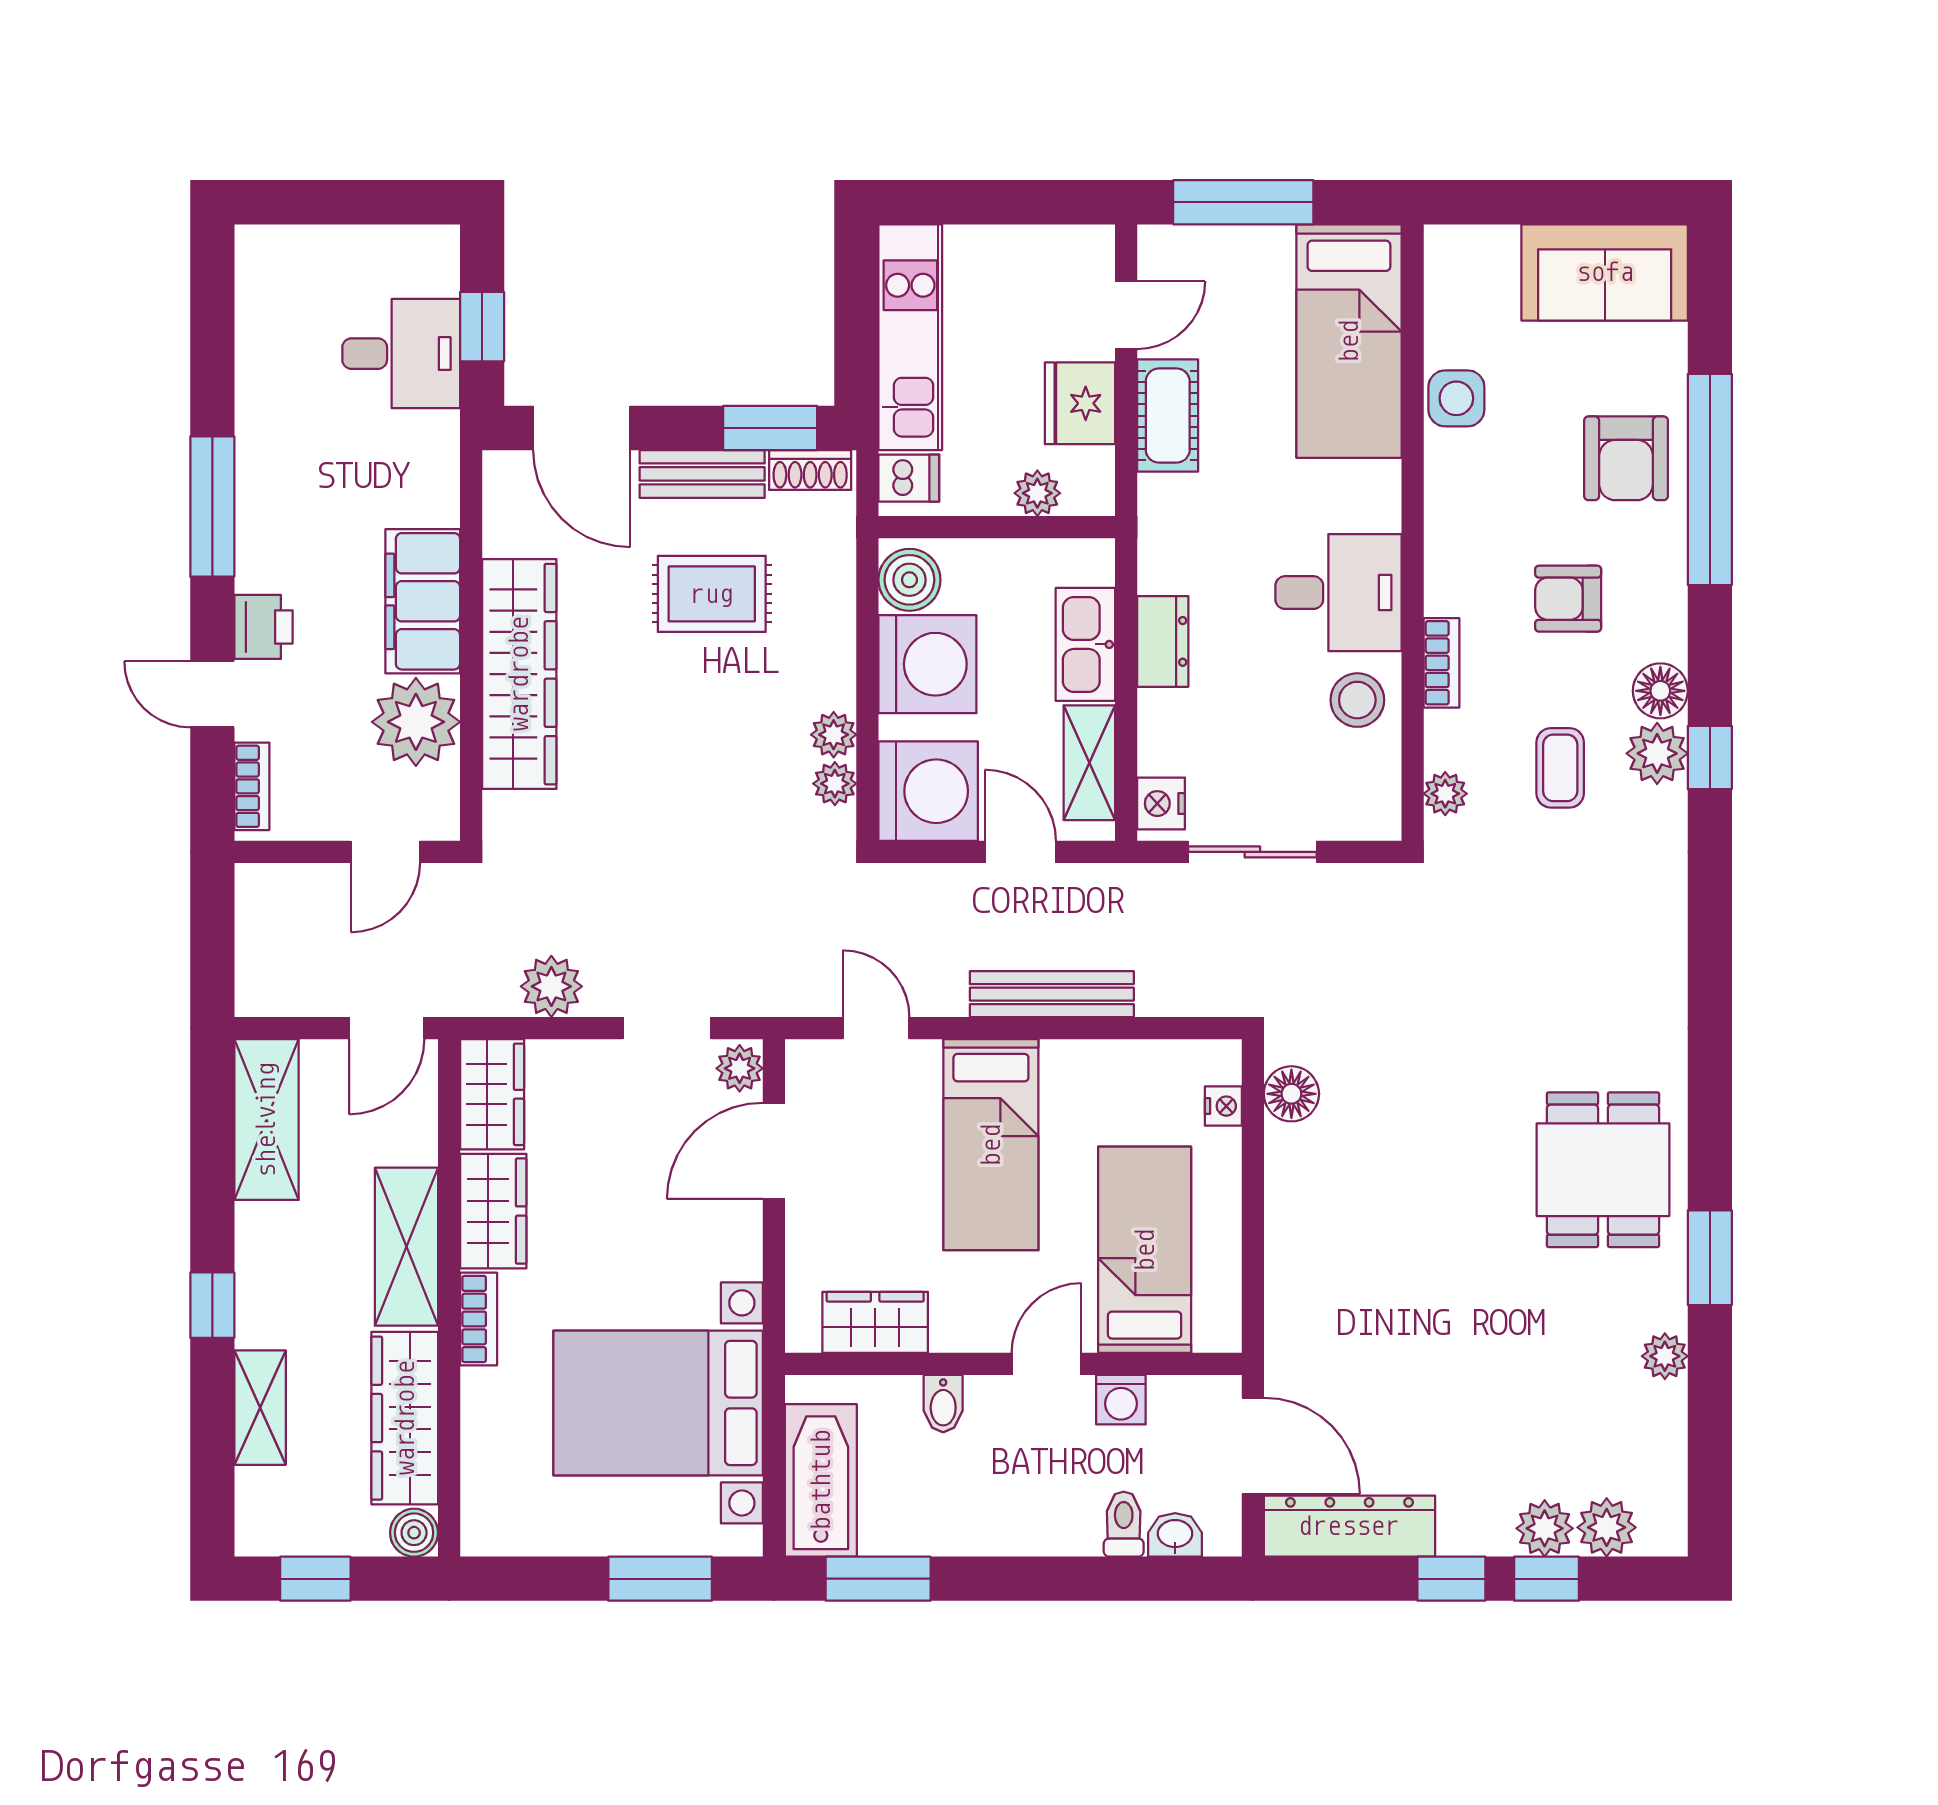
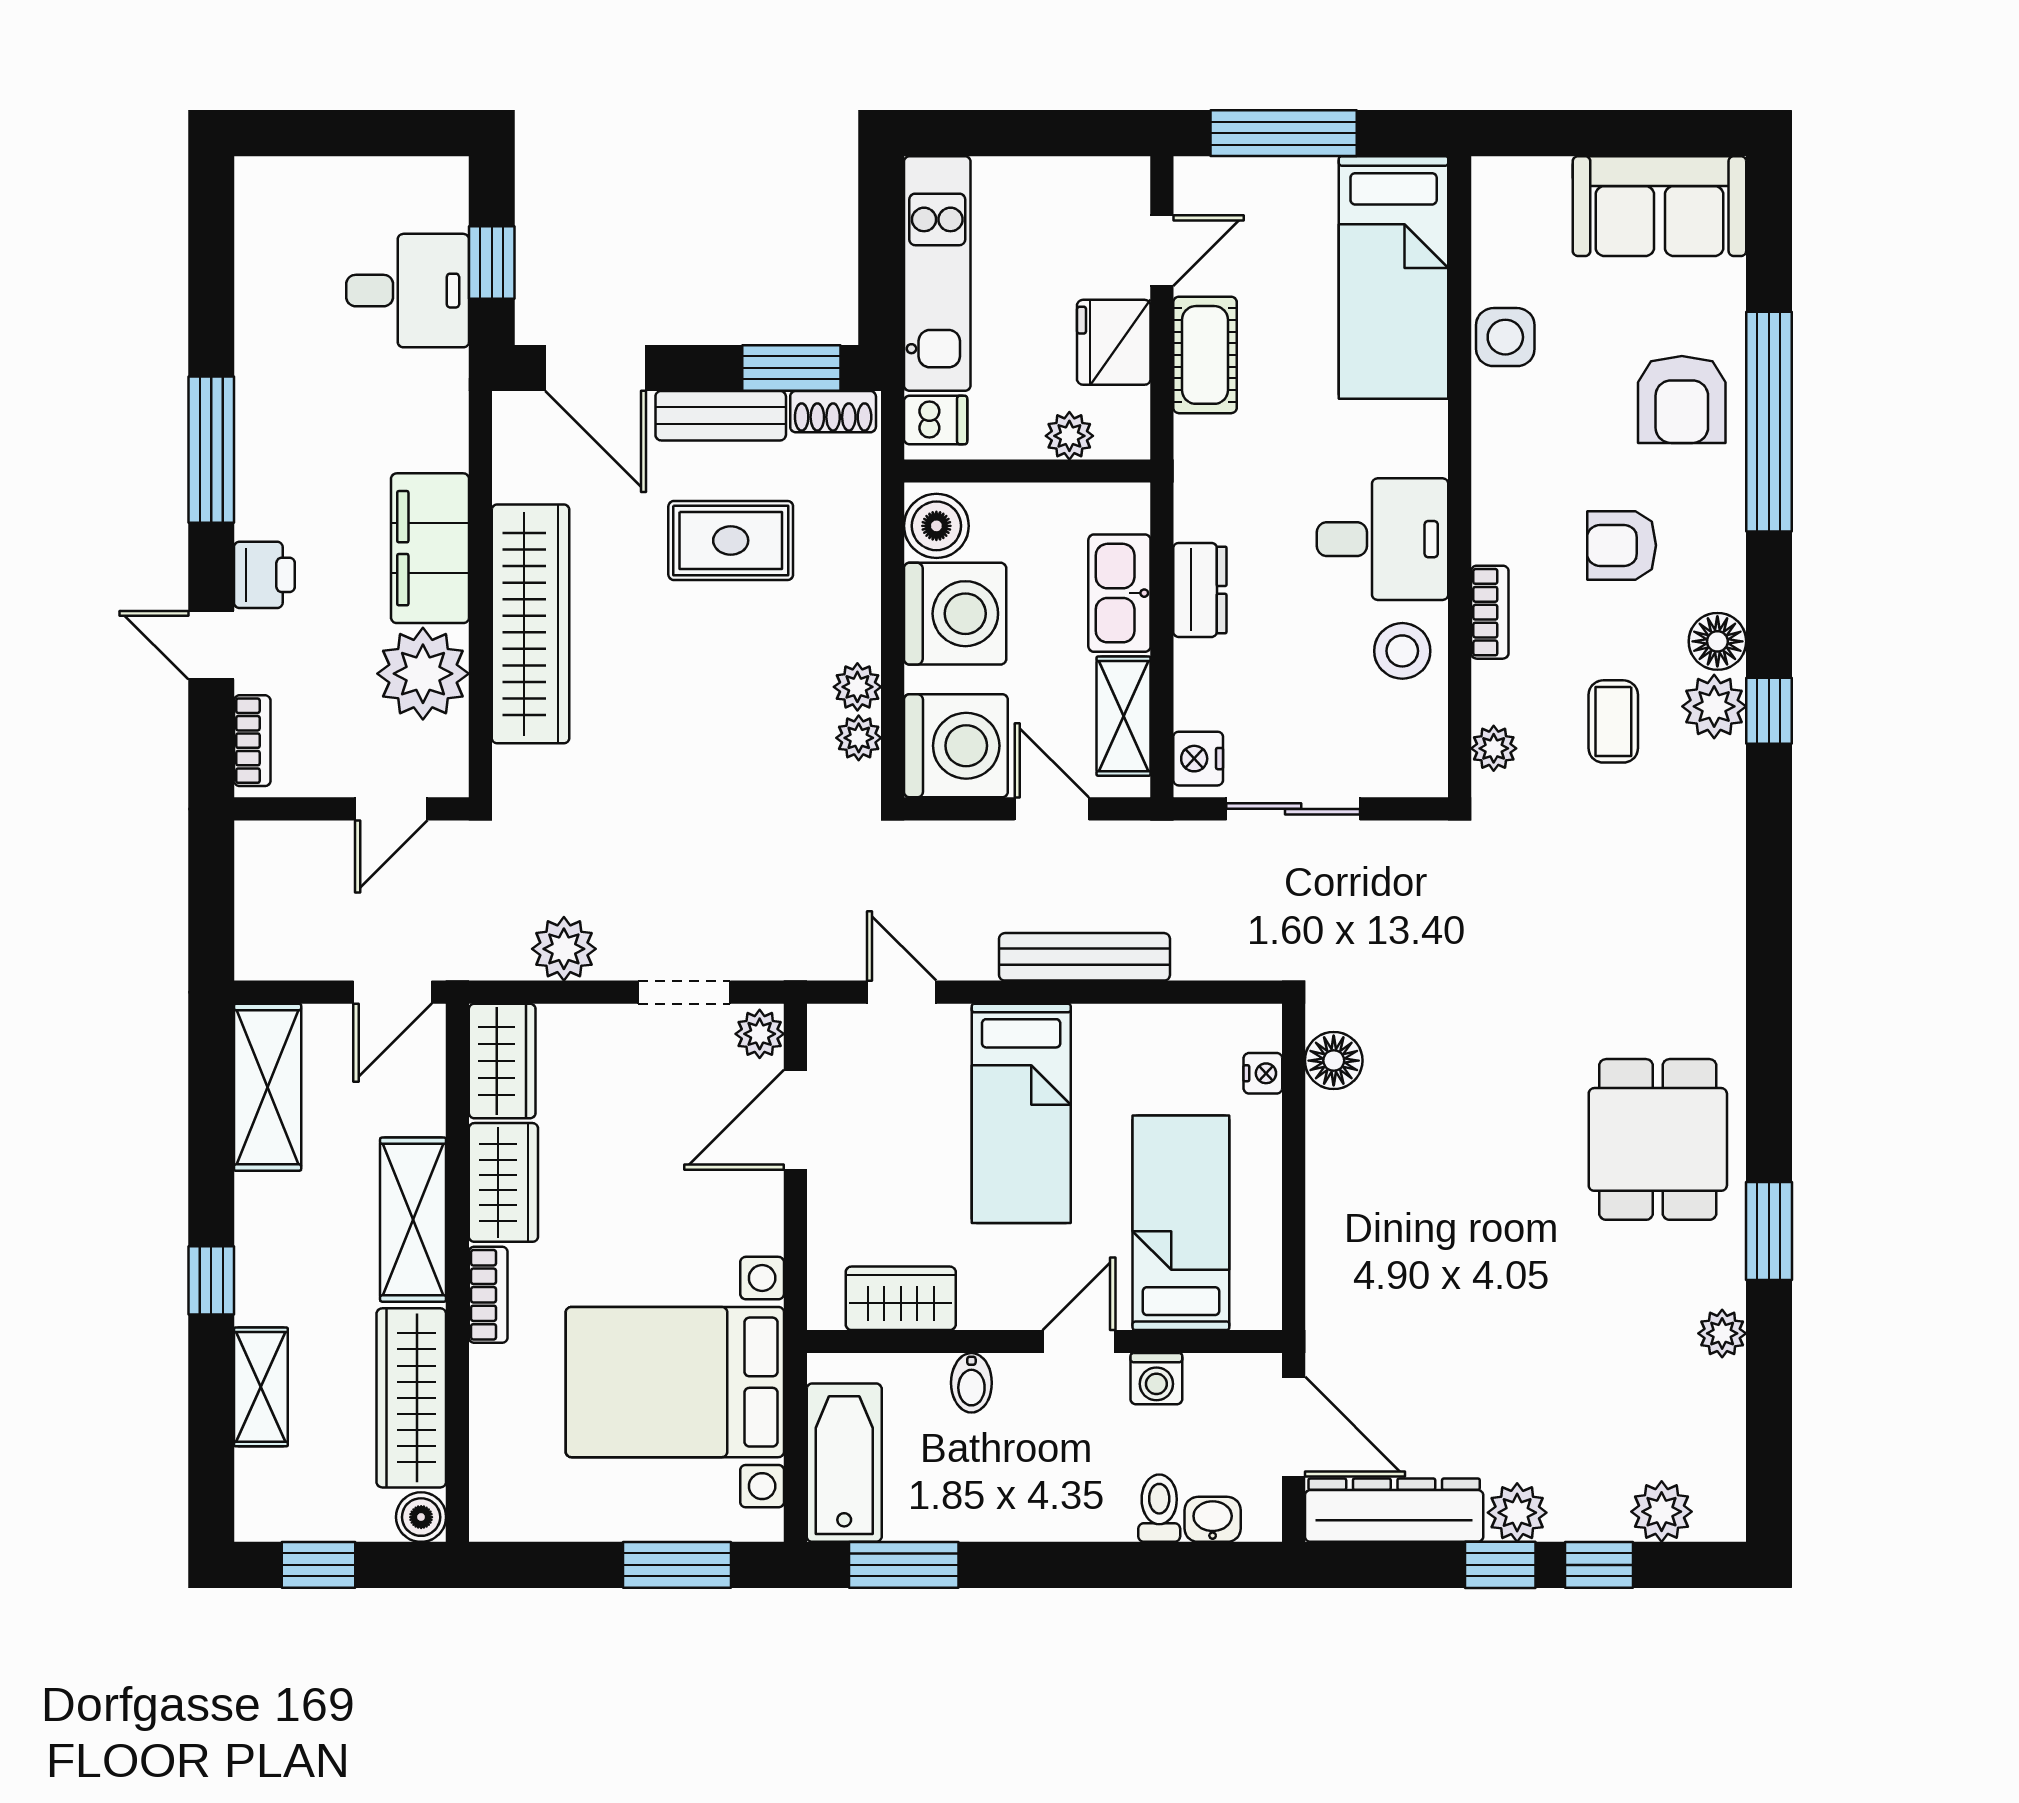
plant: (1545, 1528) -> (1517, 1513), moved

